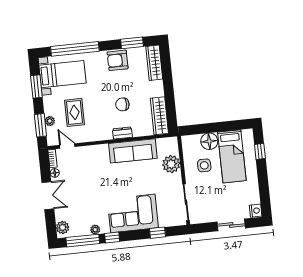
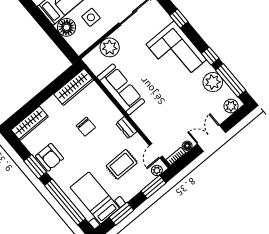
window: (132, 43) -> (35, 167), moved
plant: (50, 121) -> (157, 170), moved
dresser: (122, 133) -> (126, 128), moved
plant: (95, 230) -> (213, 82), width x1.88, depth x1.88

